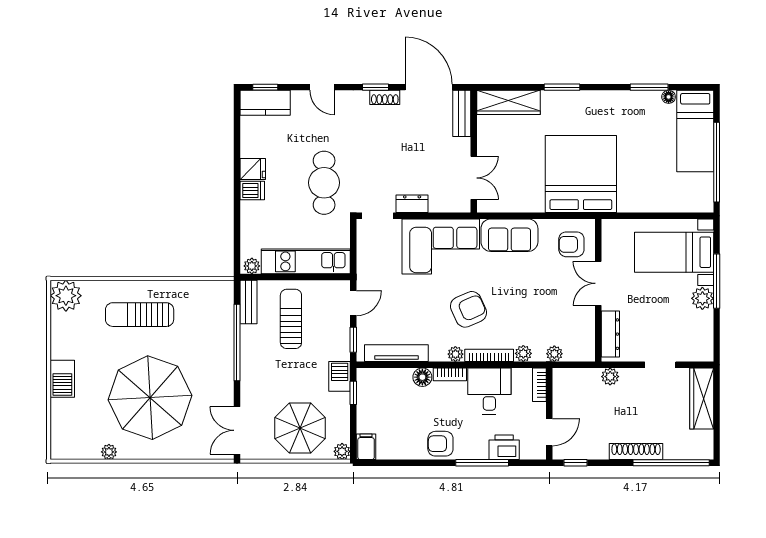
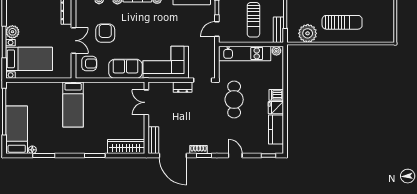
kitchen counter: (265, 103) -> (276, 129), moved, turned -90
bed: (581, 174) -> (73, 105), width x0.49
plant: (66, 296) -> (308, 33), moved
armchair: (469, 309) -> (105, 33), moved, turned 114

